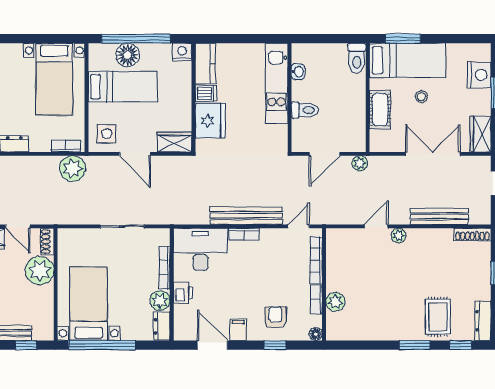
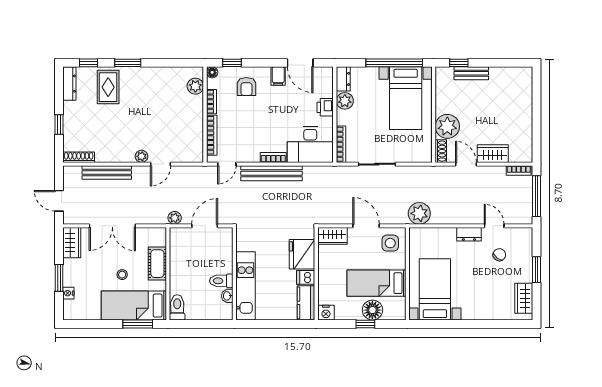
window: (136, 39) -> (365, 324), width x0.32
nightstand: (479, 75) -> (68, 293), width x0.53, depth x0.56
toilet: (305, 110) -> (221, 281), moved
bookcase: (66, 146) -> (425, 232), removed
bookcase: (164, 268) -> (341, 144), moved
plant: (335, 302) -> (195, 86), moved
window: (275, 345) -> (232, 63), moved

